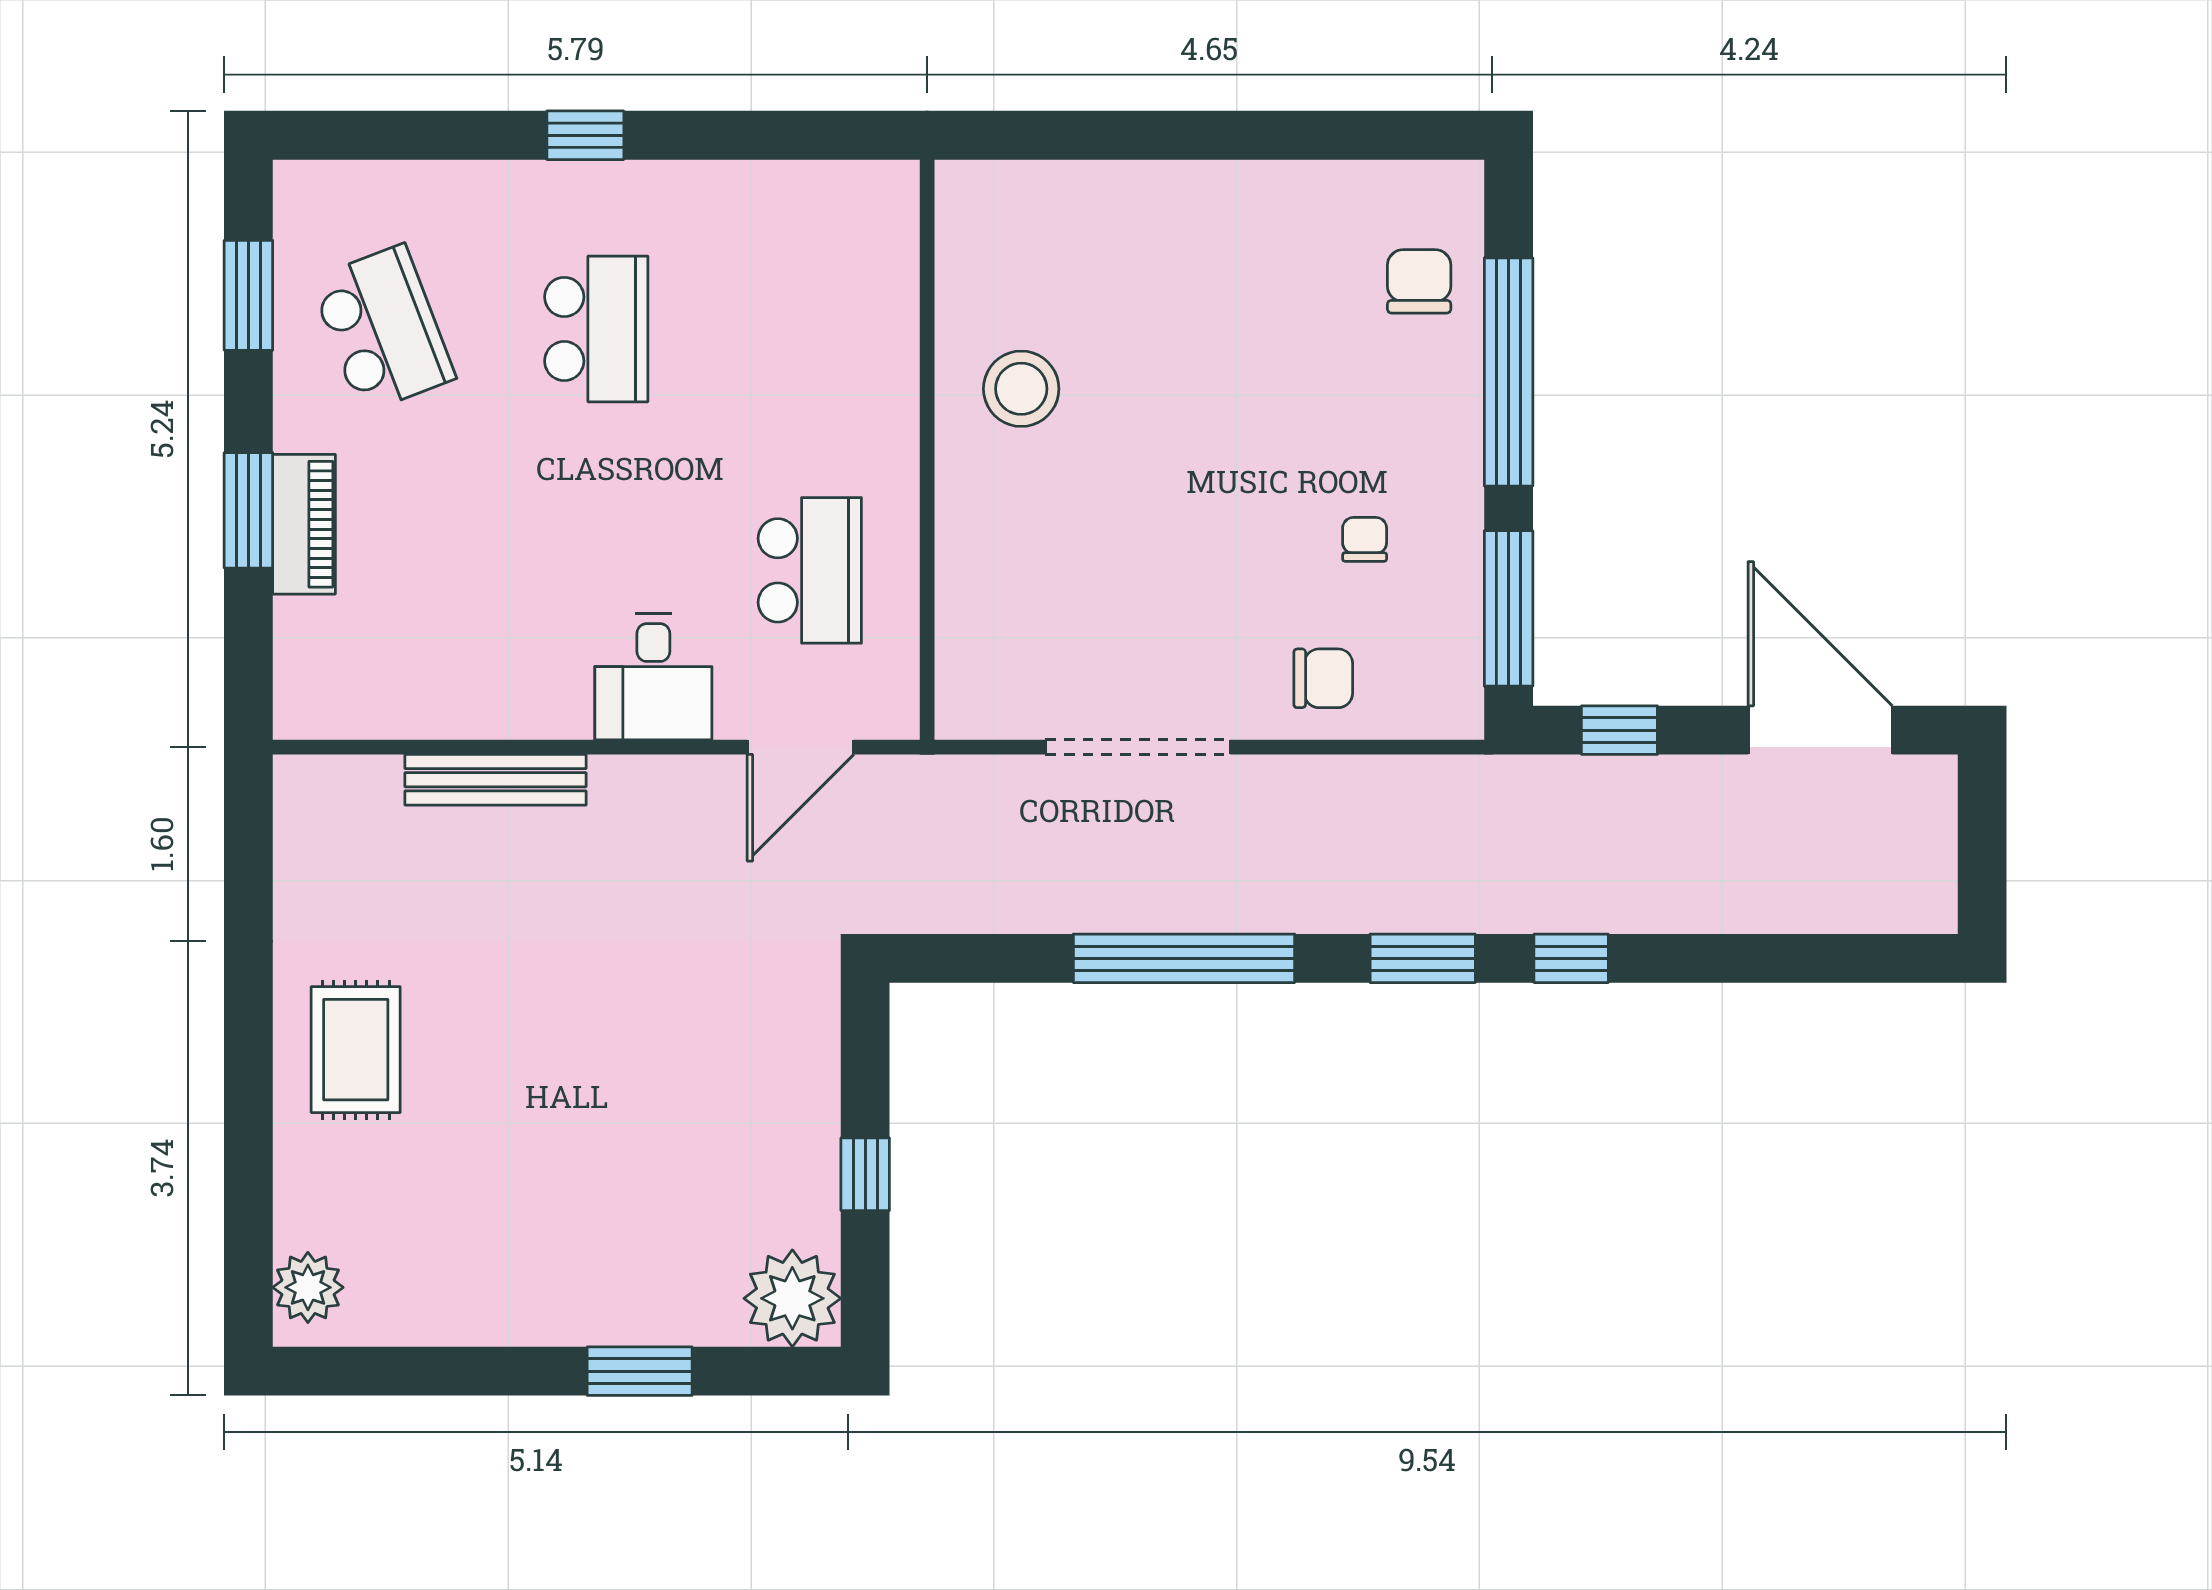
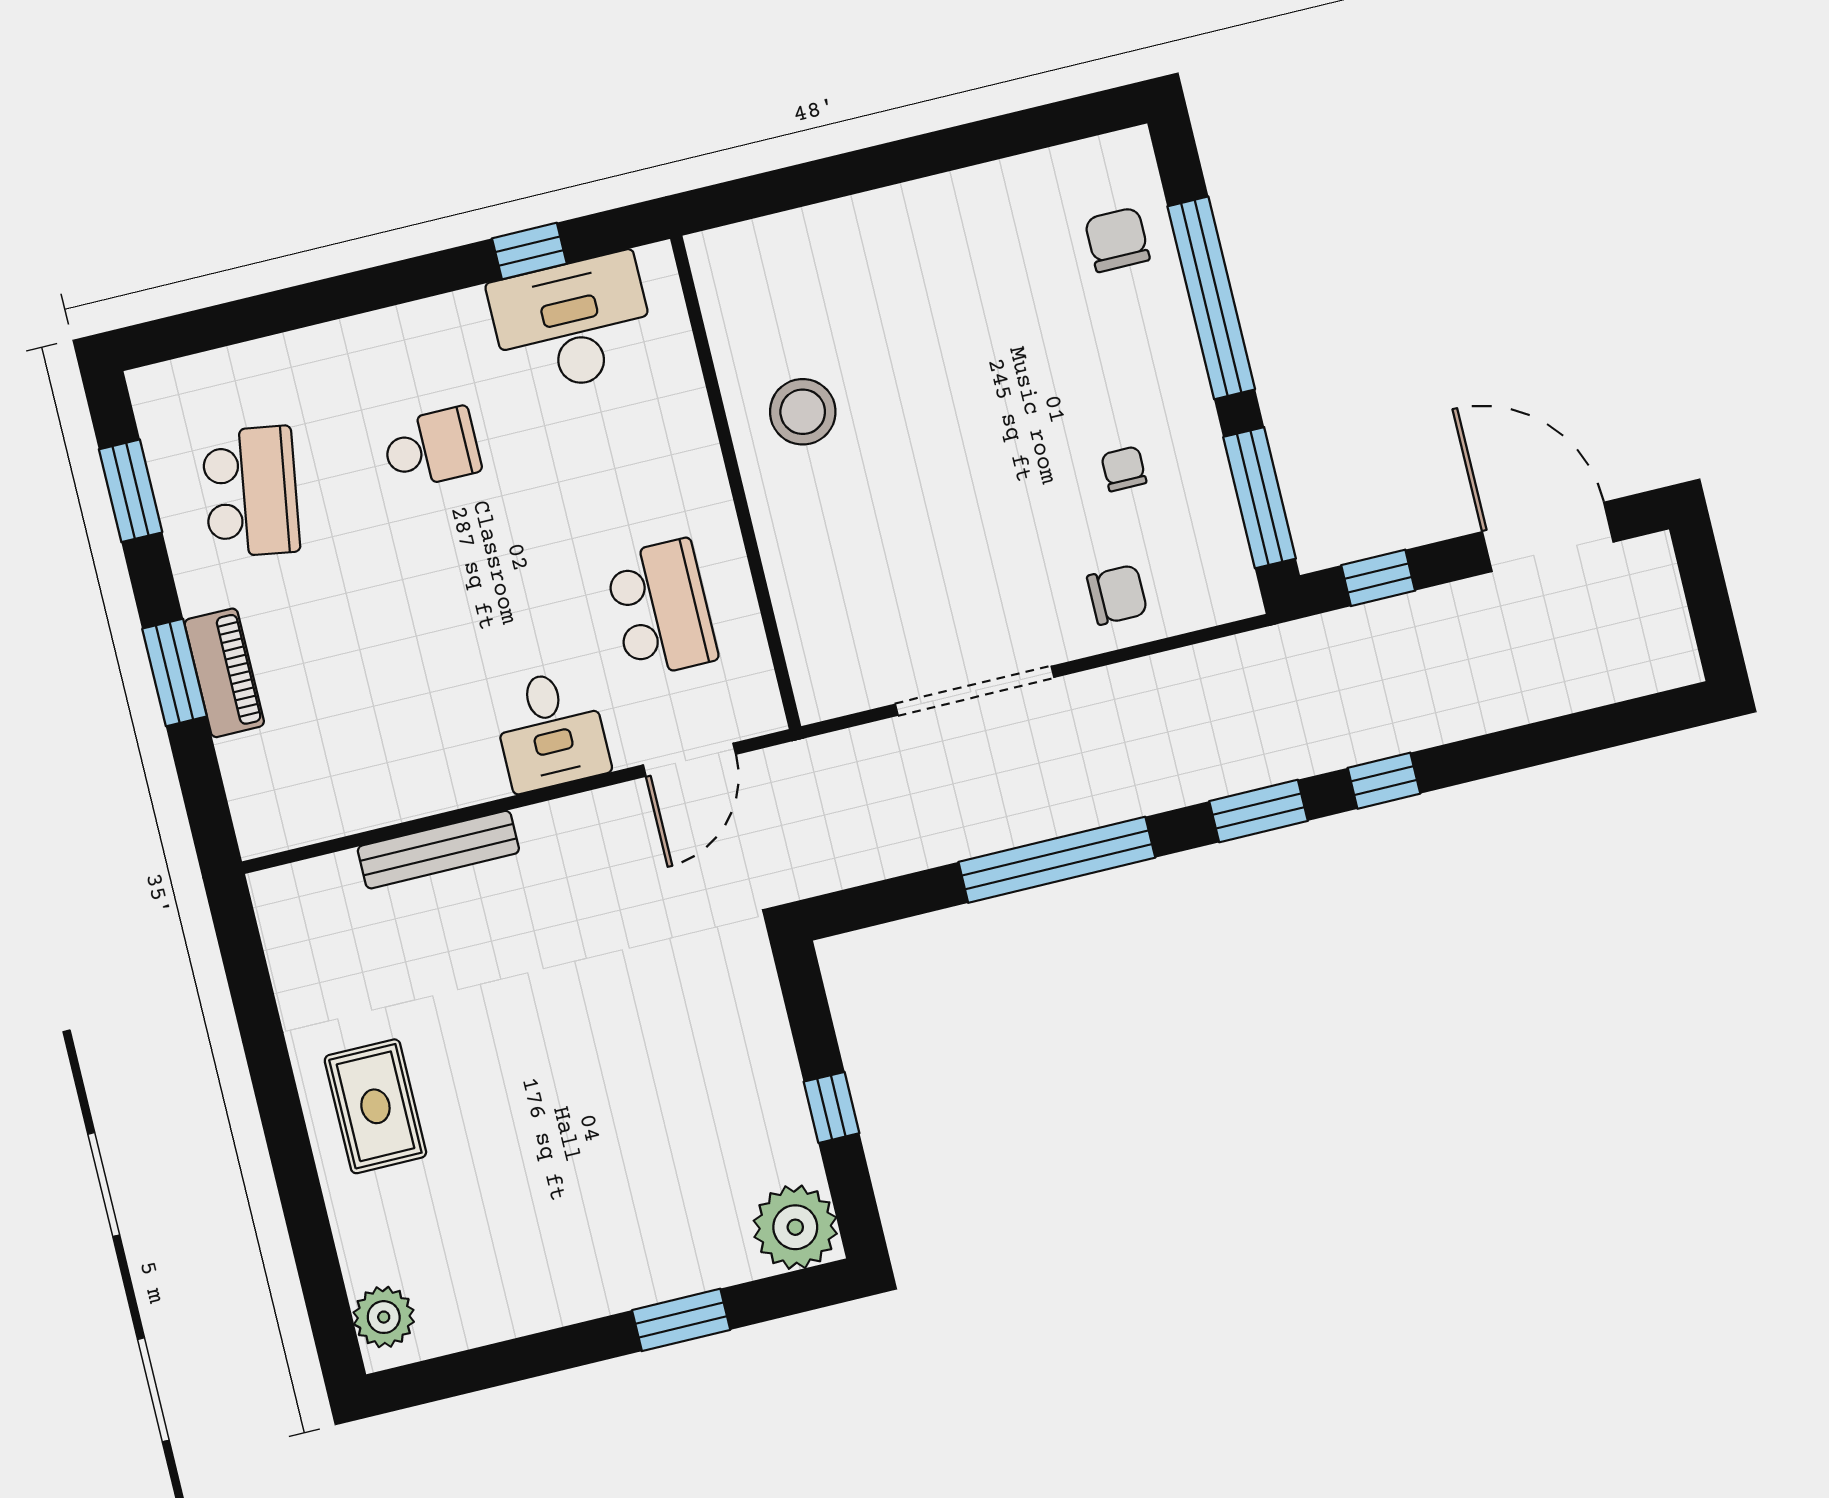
window: (585, 135) -> (529, 251), moved
desk: (787, 228) -> (572, 324), added
school desk: (383, 329) -> (251, 492), turned 30
school desk: (596, 329) -> (431, 448), width x0.54

